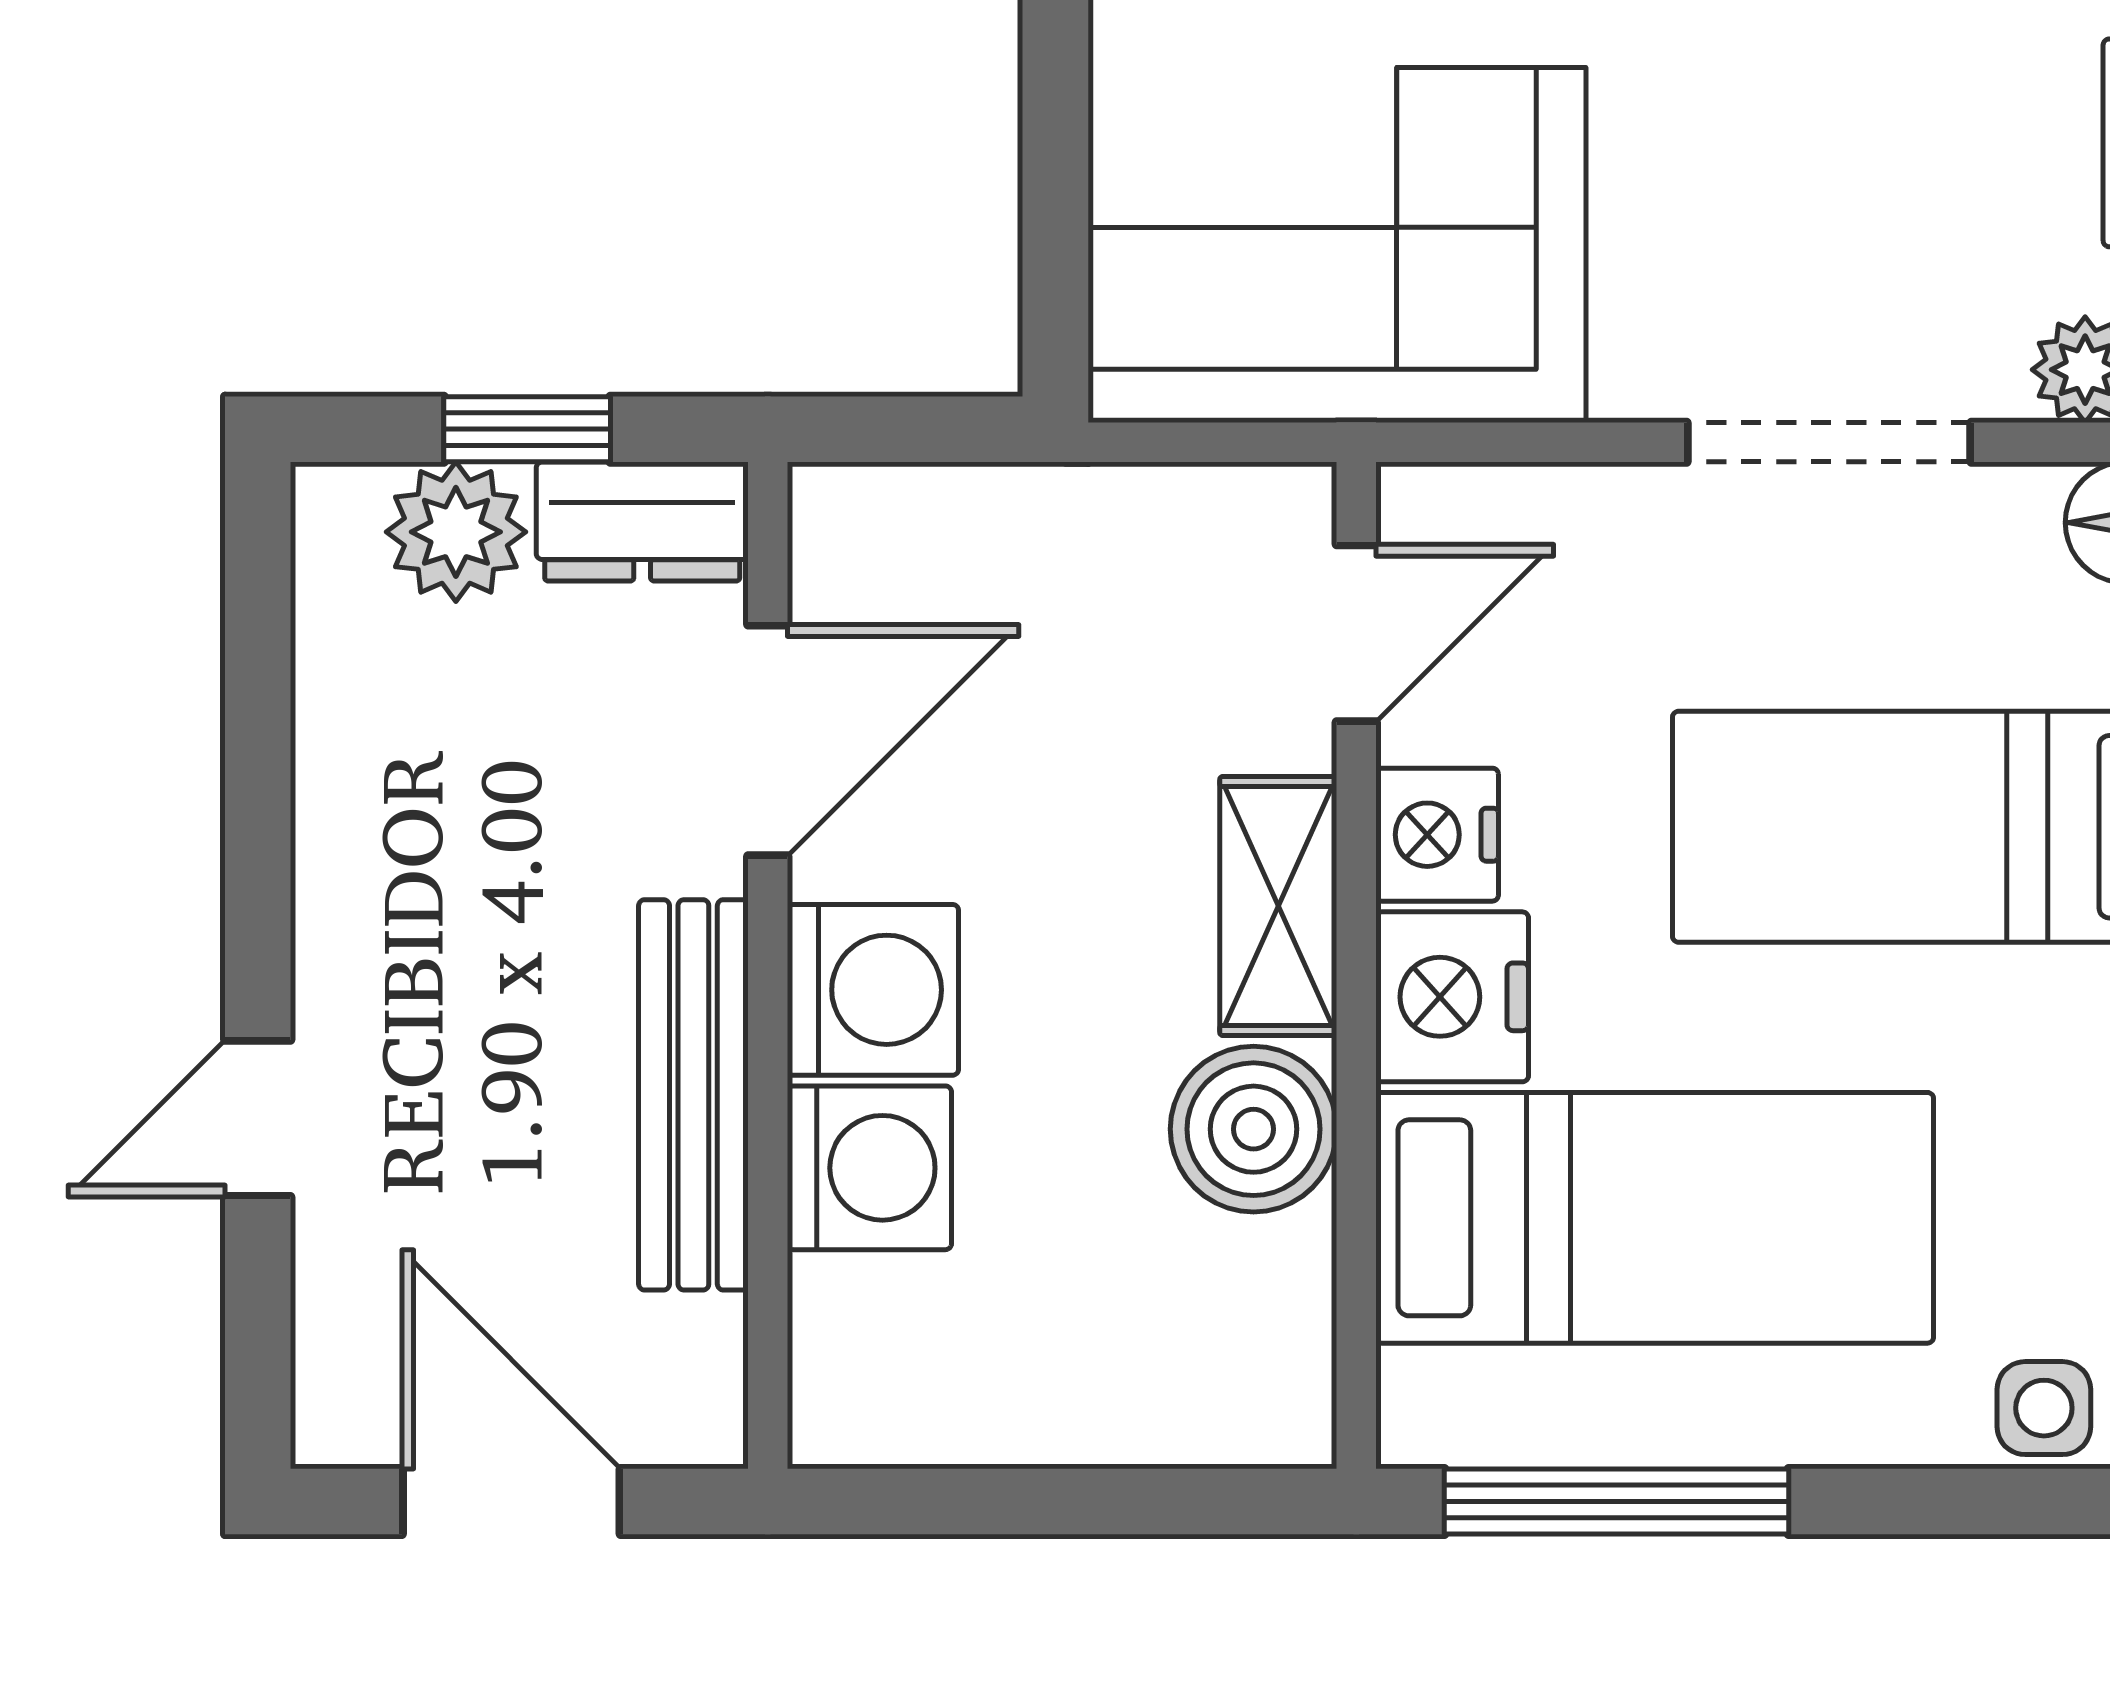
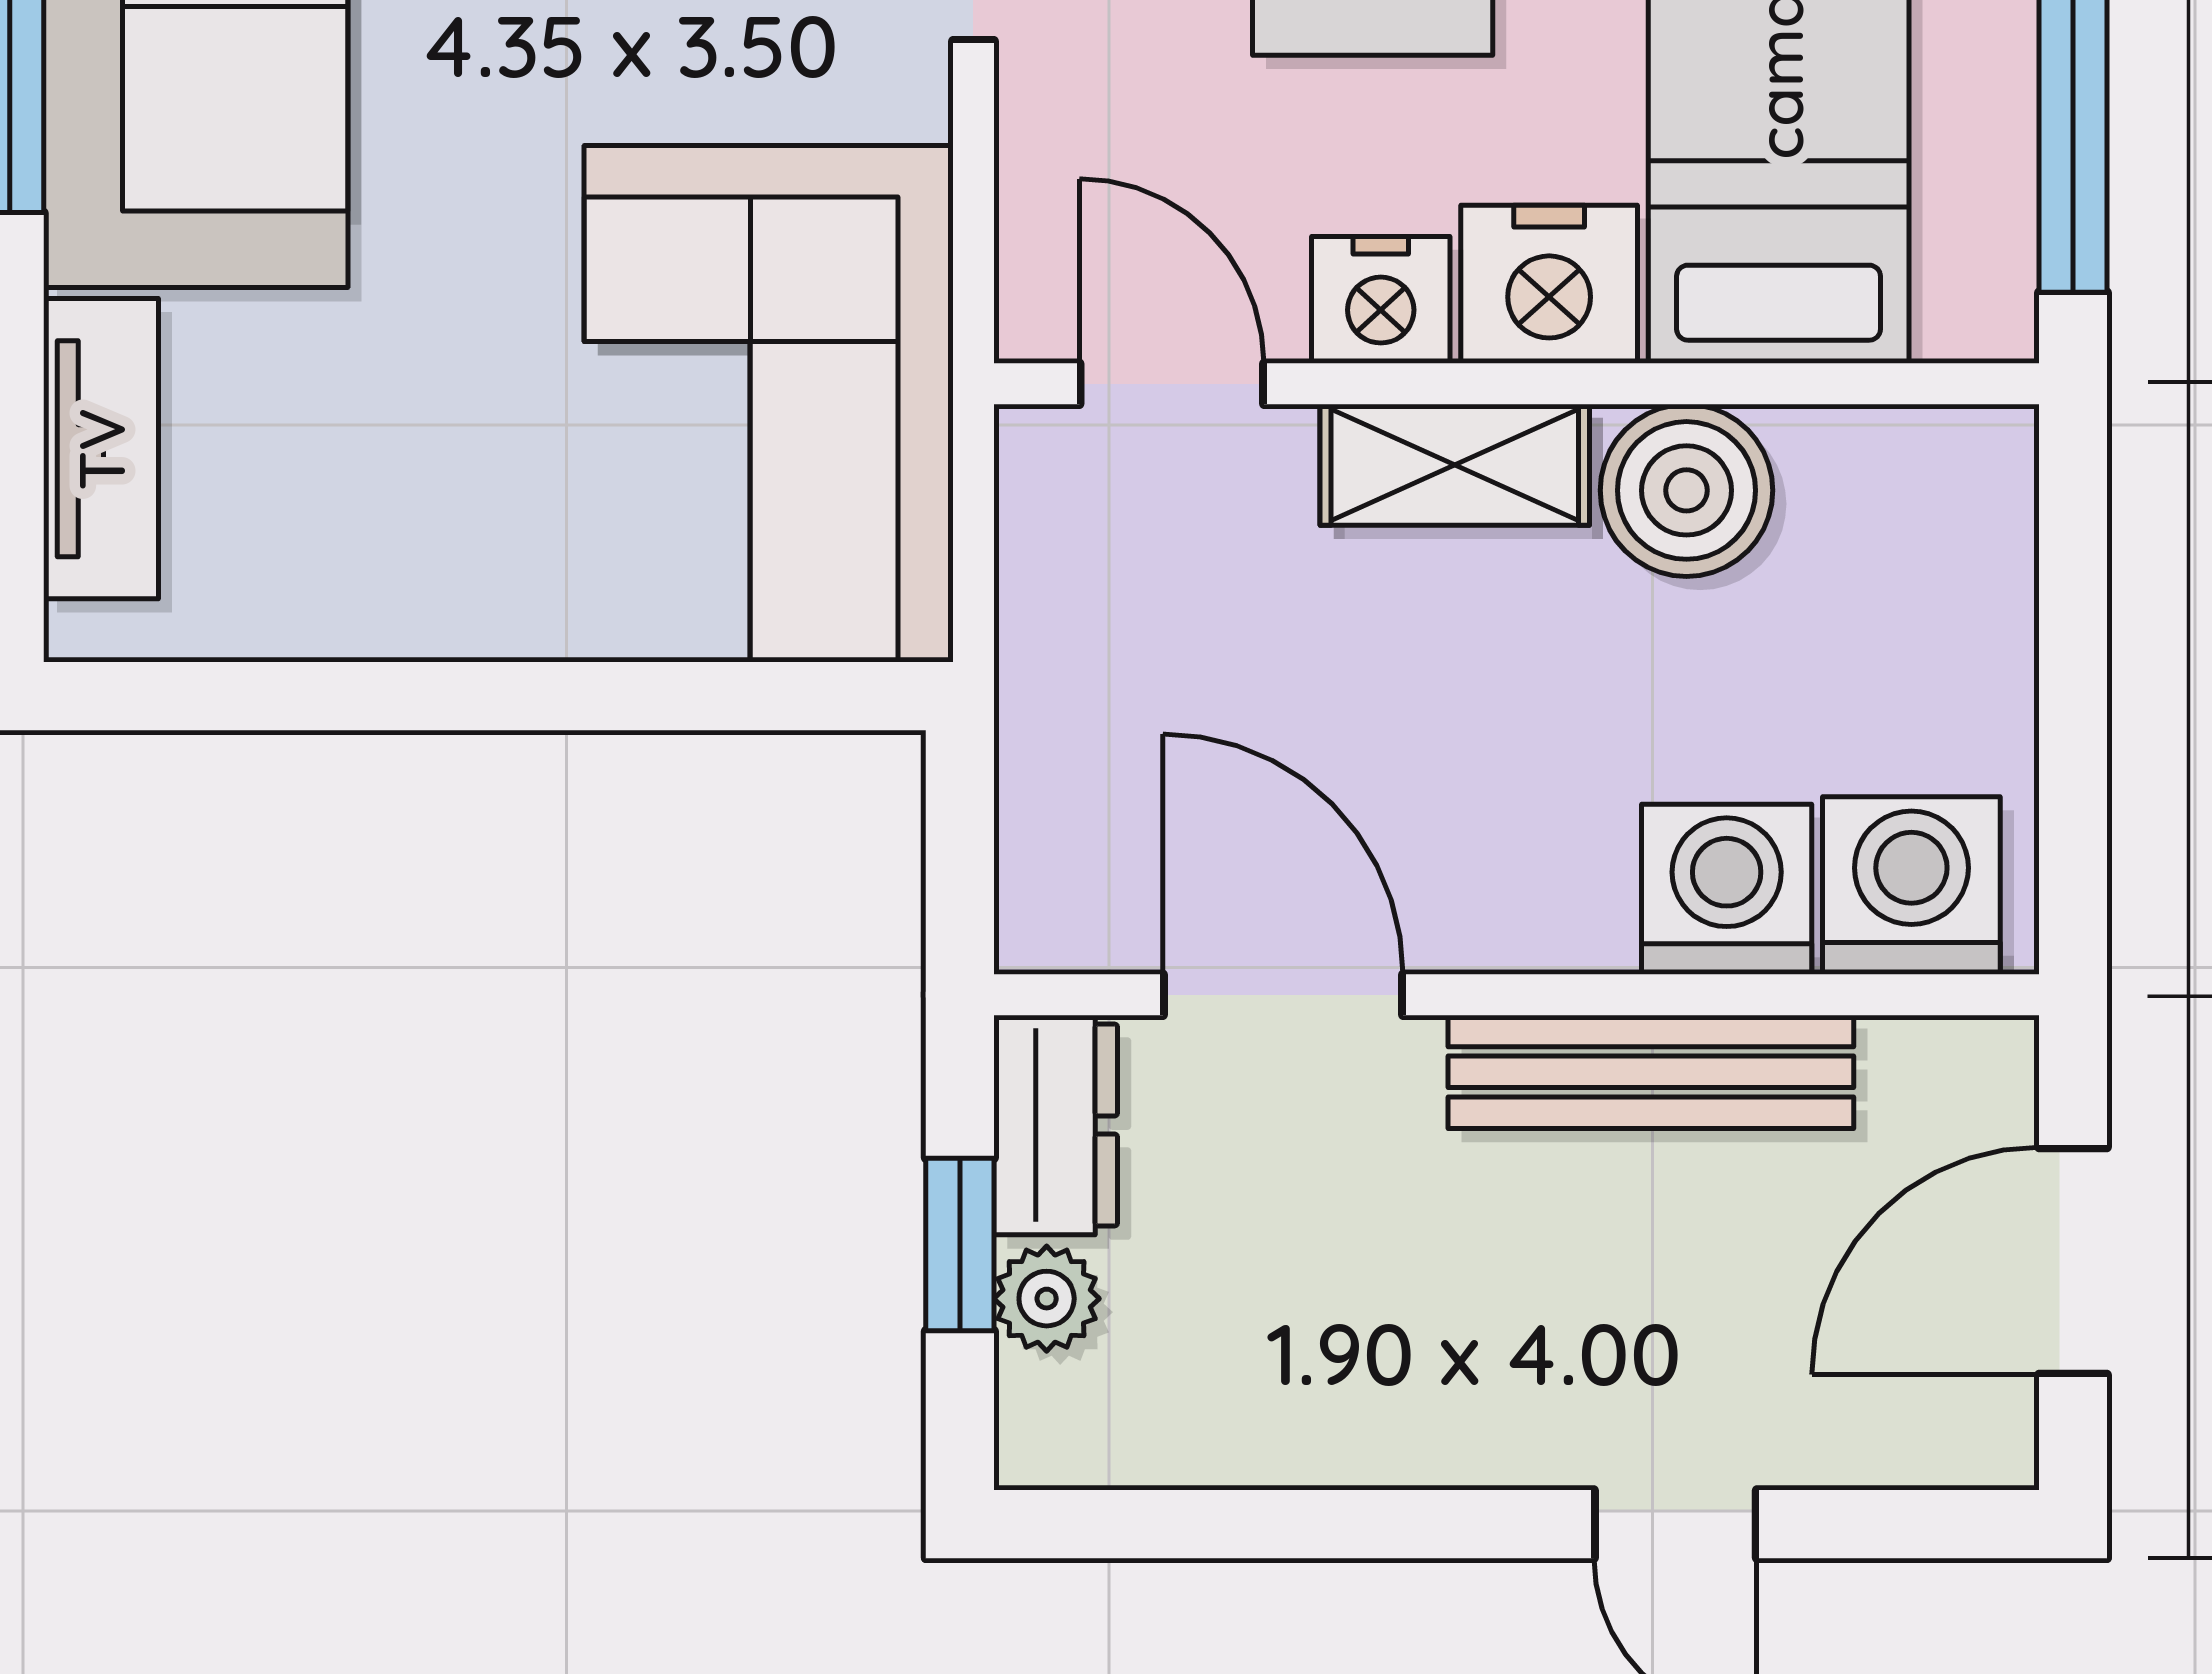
plant: (456, 532) -> (1047, 1299), width x0.73, depth x0.73
washing machine: (873, 990) -> (1911, 886), moved

